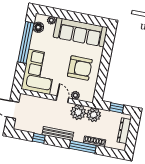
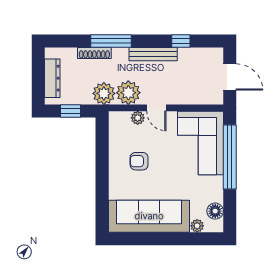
window: (26, 42) -> (230, 157), moved
armchair: (80, 68) -> (139, 161), width x0.53, depth x0.53

